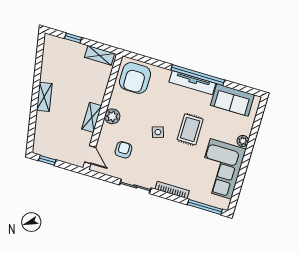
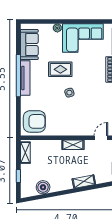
boiler: (50, 65) -> (43, 187), added
shelving: (44, 97) -> (84, 182), moved
plant: (112, 116) -> (68, 130), removed
armchair: (123, 150) -> (90, 114), removed

